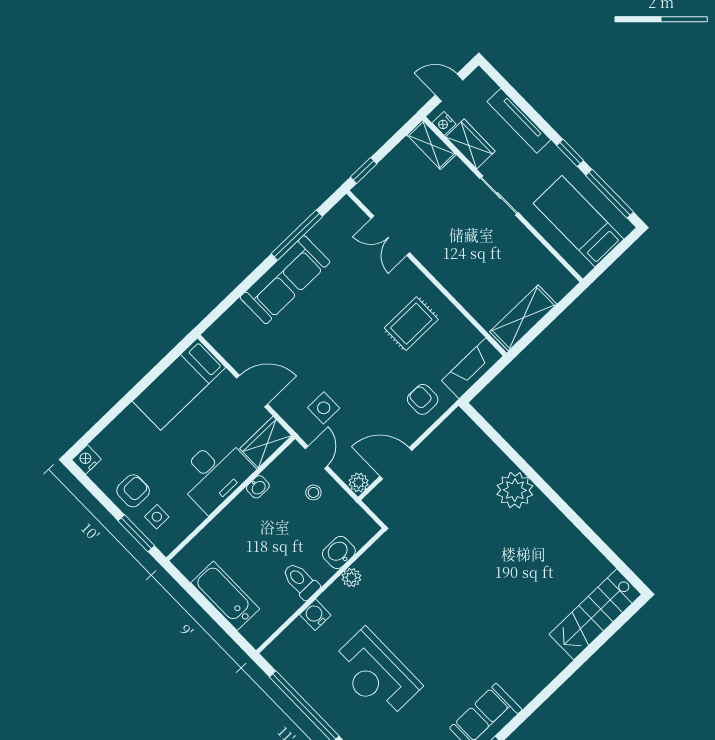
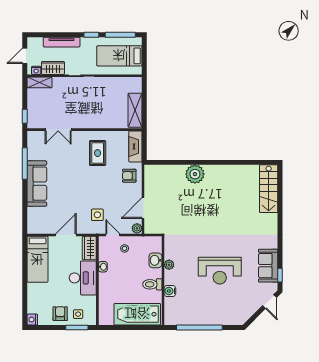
bathtub: (225, 596) -> (137, 314), width x1.36, depth x1.36
reception desk: (376, 674) -> (220, 271), moved

